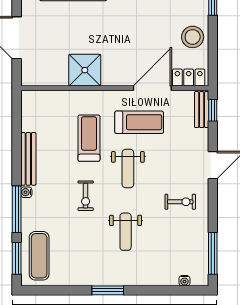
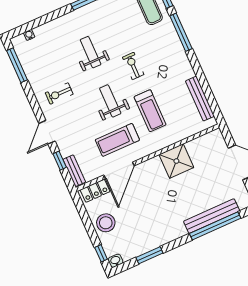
window: (213, 110) -> (60, 161), moved
bench: (28, 159) -> (200, 99), moved
water cooler: (26, 192) -> (179, 48), removed

